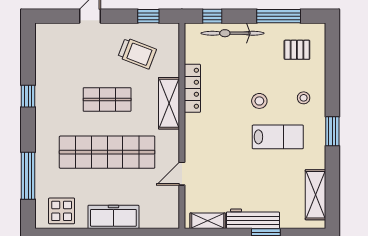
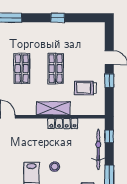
window: (148, 16) -> (109, 80), moved
trolley: (137, 53) -> (85, 88), turned 69
shop shelf: (107, 152) -> (22, 69), width x0.50, depth x0.74

